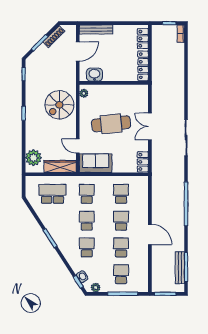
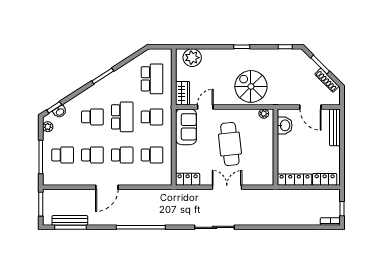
wardrobe: (60, 166) -> (183, 93), width x0.67
school desk: (87, 221) -> (122, 117), width x1.85

